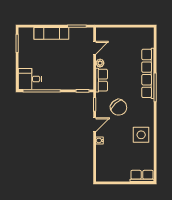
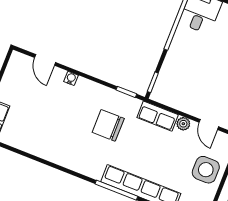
chair: (119, 107) -> (108, 125), turned 43
door: (95, 125) -> (45, 60), moved
side table: (141, 135) -> (206, 170), moved

